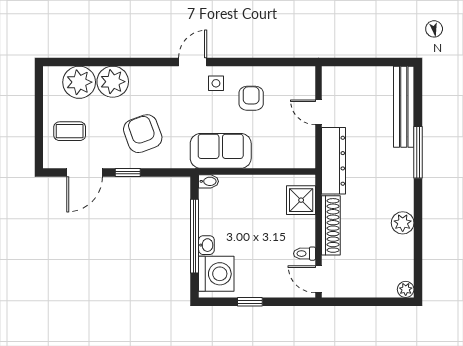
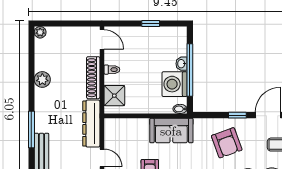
toilet: (305, 254) -> (112, 70), moved
washing machine: (216, 274) -> (175, 84), moved

